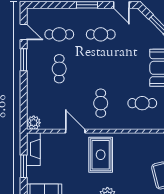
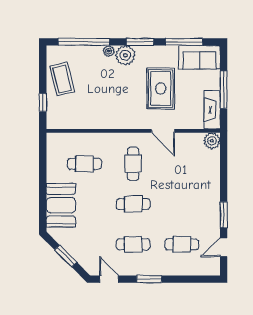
door: (24, 32) -> (224, 247), hinge flipped
cafe table: (59, 69) -> (133, 204), moved, turned 90
rug: (101, 155) -> (161, 88), moved
window: (24, 166) -> (224, 90), width x1.44

